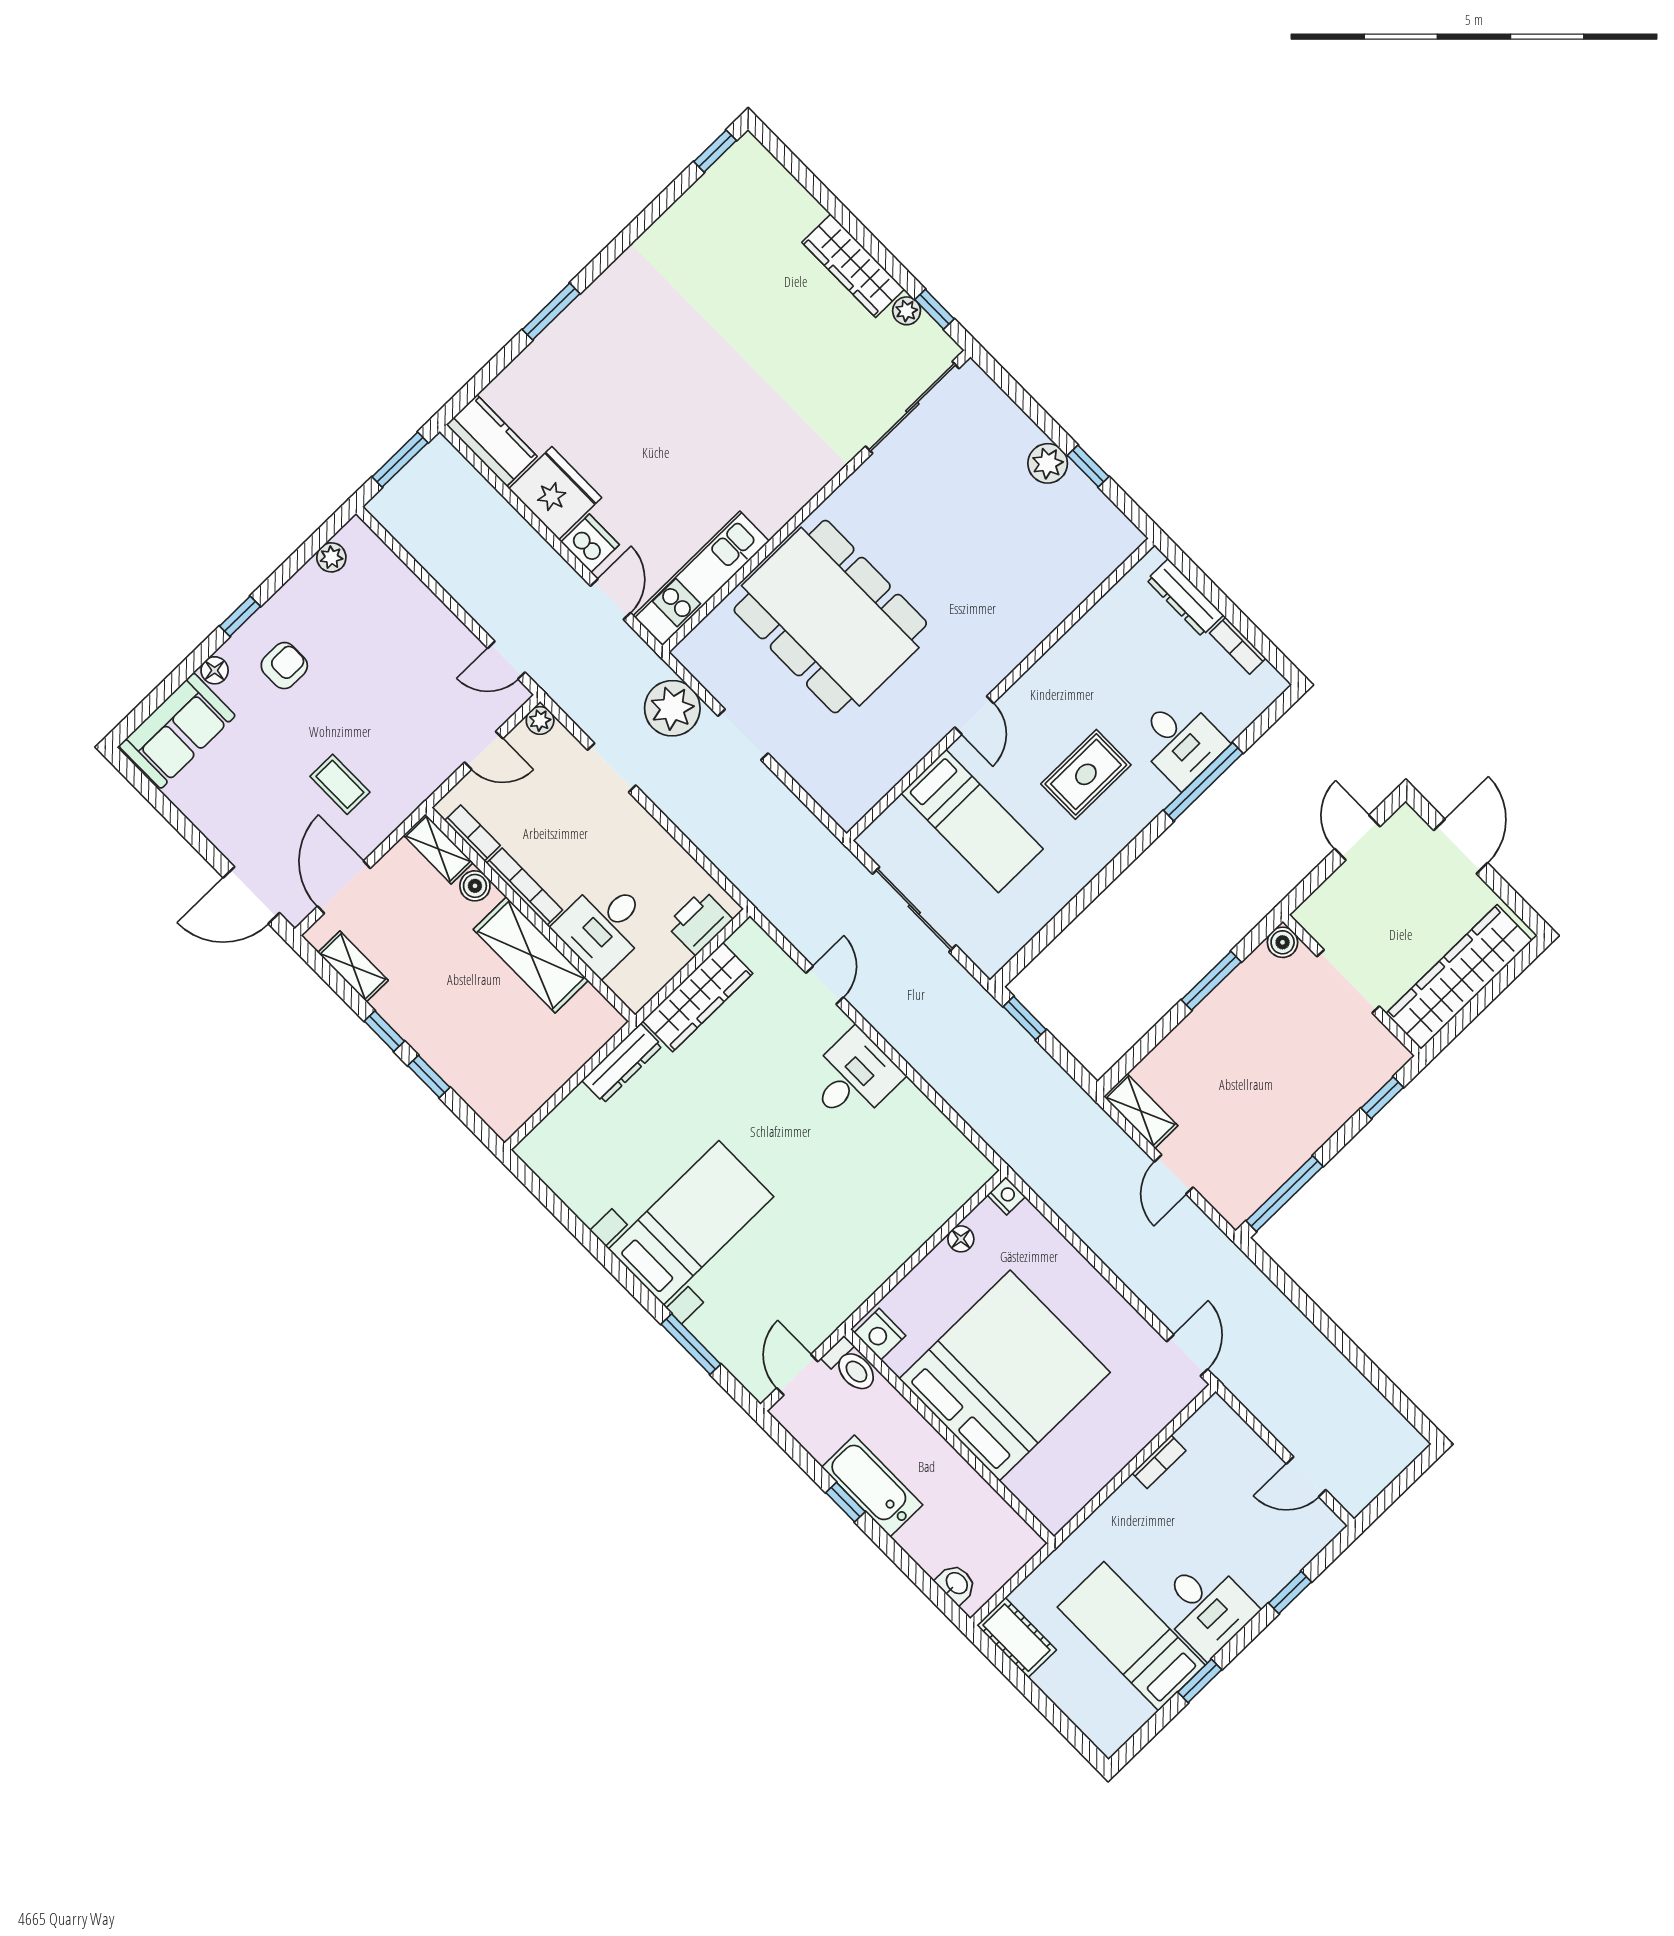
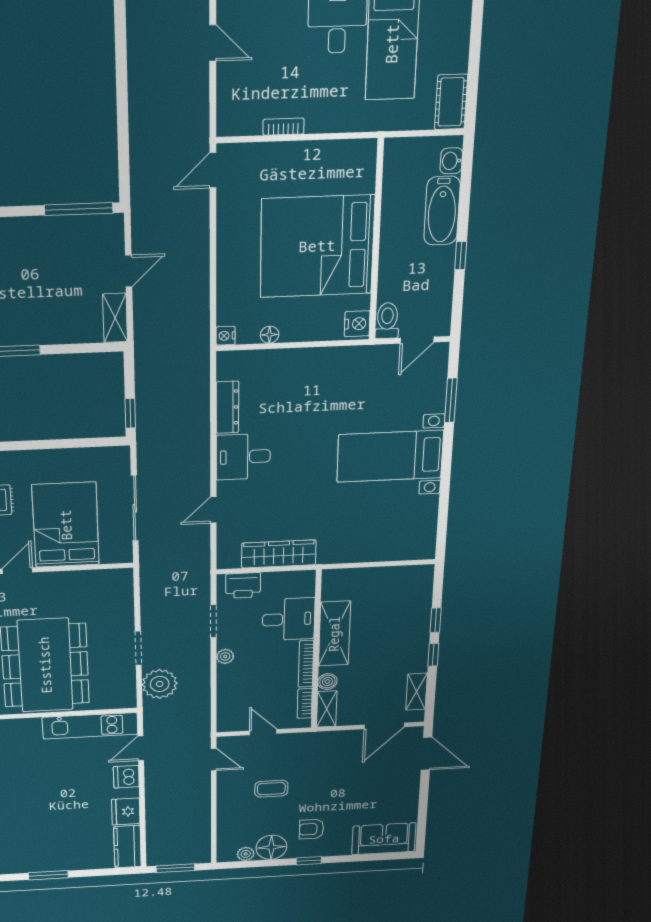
fridge: (555, 493) -> (126, 811), width x0.73, depth x0.75
floor lamp: (215, 670) -> (271, 847), moved, width x1.89, depth x1.89
plant: (540, 721) -> (225, 656), moved
doorway: (612, 768) -> (214, 621), moved
coffee table: (340, 784) -> (271, 789), moved, turned 90
bed: (972, 821) -> (66, 525), width x1.50
dresser: (622, 1063) -> (227, 407), moved, turned 90
bathtub: (872, 1486) -> (442, 211), moved

